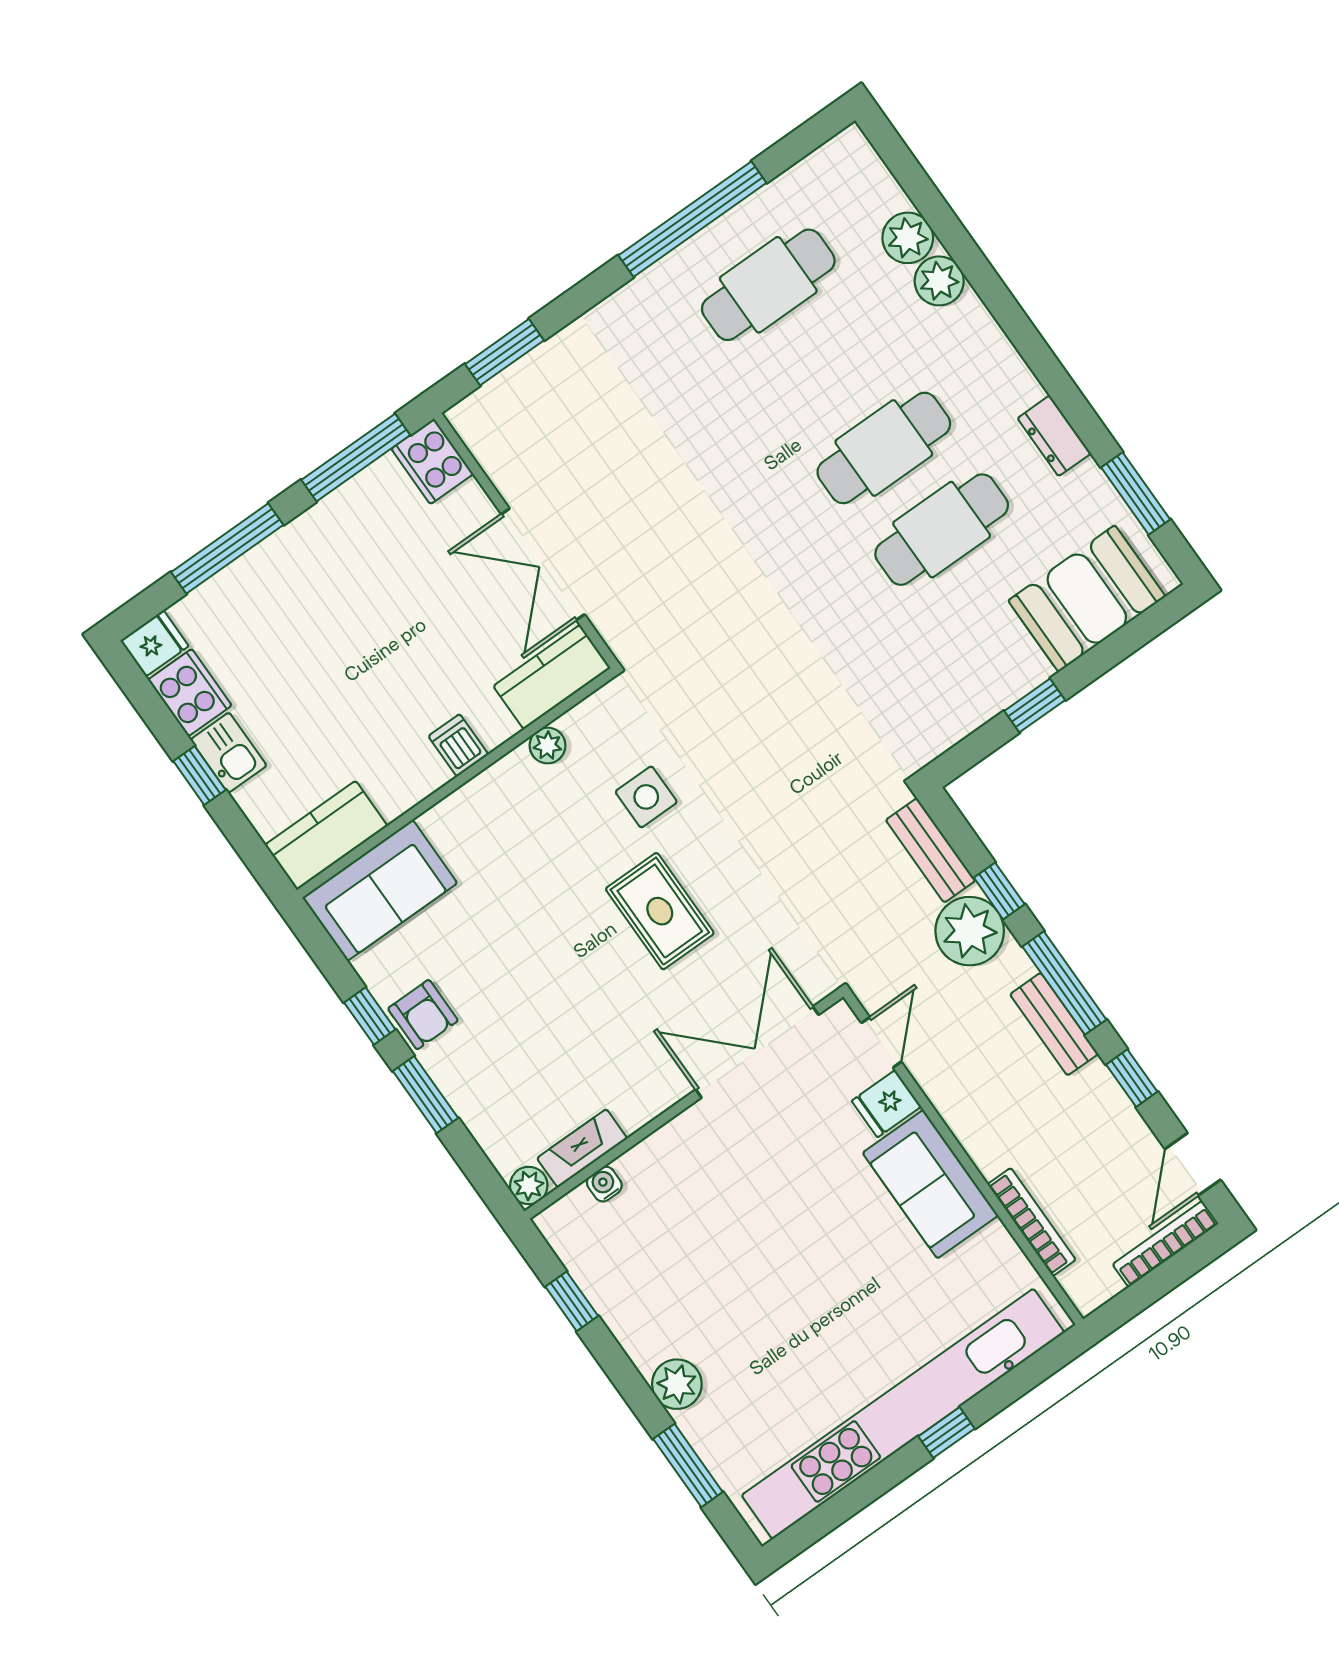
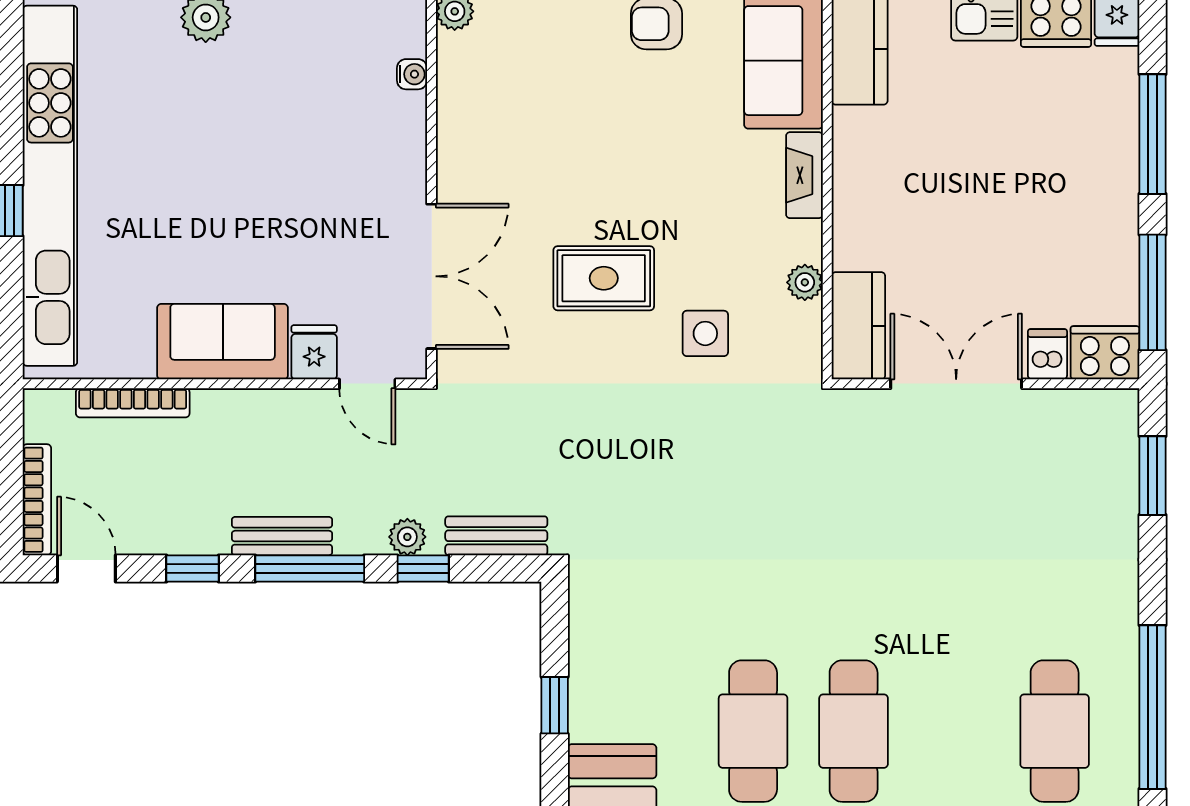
dishwasher: (458, 745) -> (1047, 354), moved, turned -90
plant: (970, 931) -> (407, 537), width x0.53, depth x0.53
fireplace: (582, 1148) -> (804, 175), moved, turned 180

